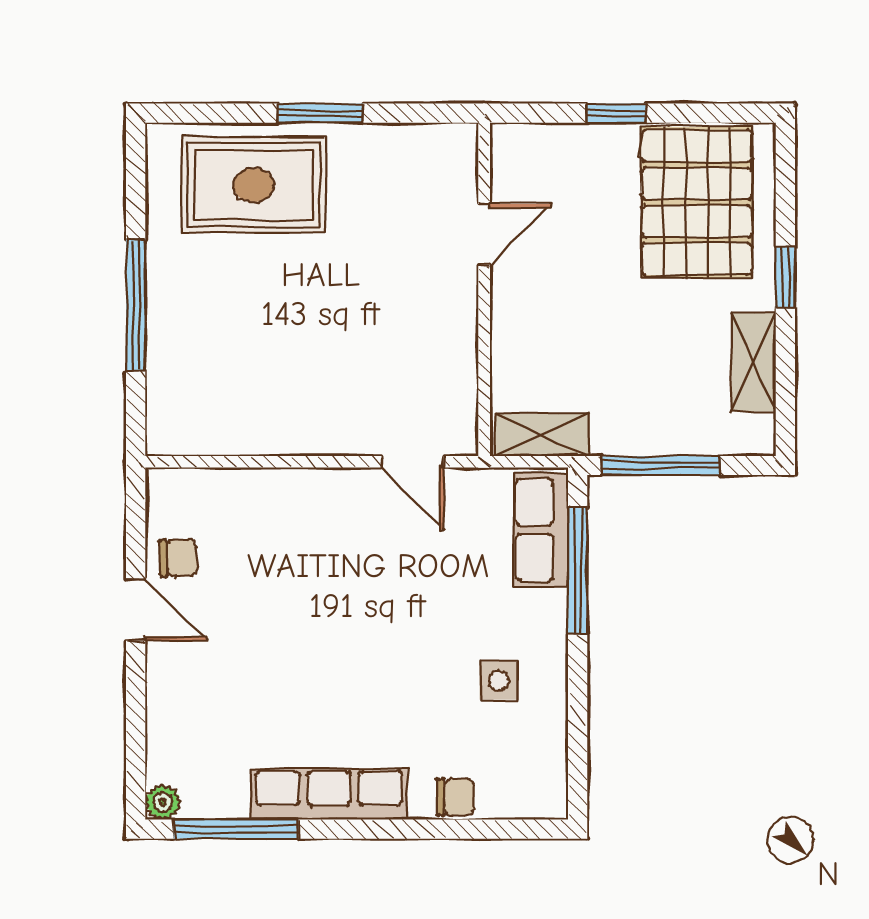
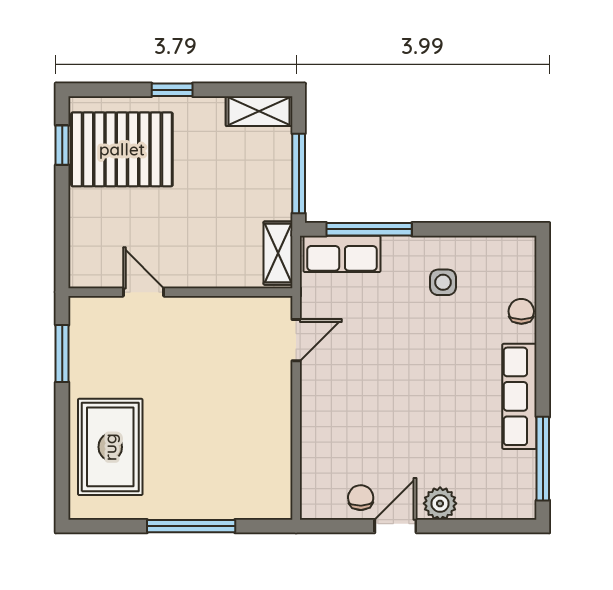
window: (320, 113) -> (62, 354), moved
window: (616, 113) -> (62, 145), moved
shelving: (754, 362) -> (259, 111), moved
plant: (163, 802) -> (440, 503), moved, width x1.38, depth x1.38

